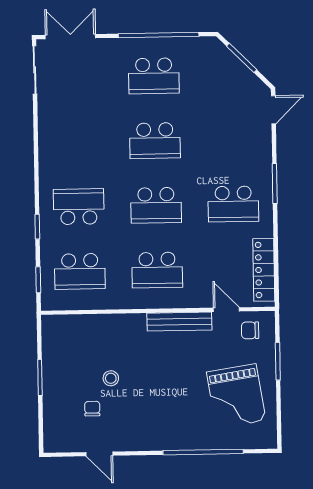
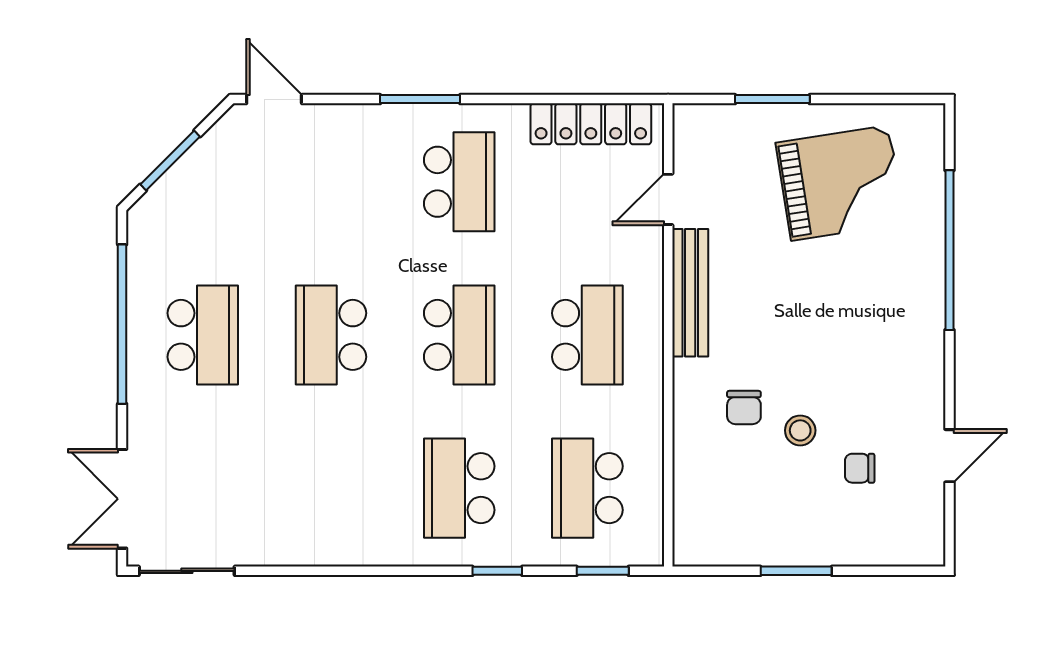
school desk: (155, 141) -> (331, 335), turned 180
school desk: (80, 271) -> (587, 488), turned 180
chair: (250, 330) -> (744, 408), moved

